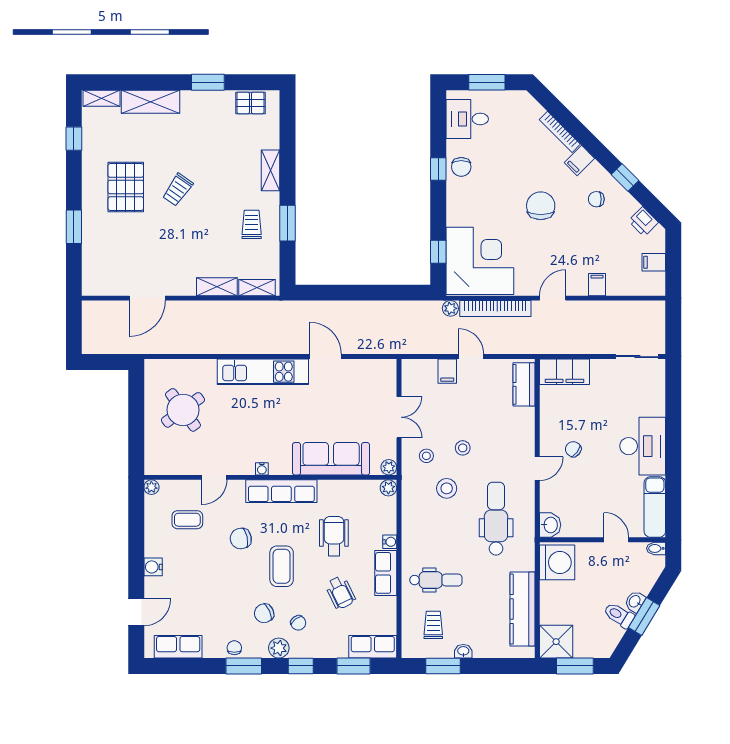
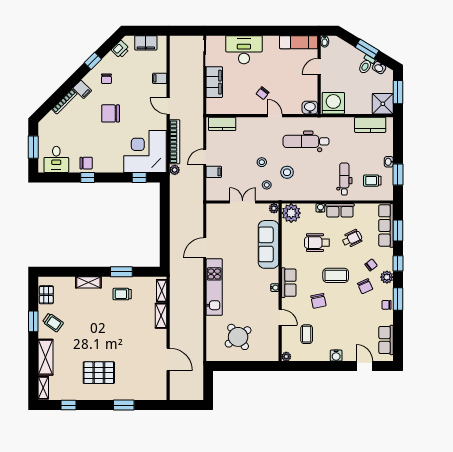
trolley: (178, 190) -> (53, 322), moved
filing cabinet: (654, 262) -> (146, 43), width x2.00
filing cabinet: (565, 372) -> (214, 82), moved
desk: (643, 446) -> (244, 50), moved
plant: (388, 488) -> (291, 213), width x1.88, depth x1.88
row of seats: (281, 491) -> (289, 283), width x0.68
washbasin: (635, 602) -> (379, 68), moved
kitchen counter: (523, 609) -> (370, 125), width x0.67
row of seats: (373, 647) -> (386, 225), width x1.48

